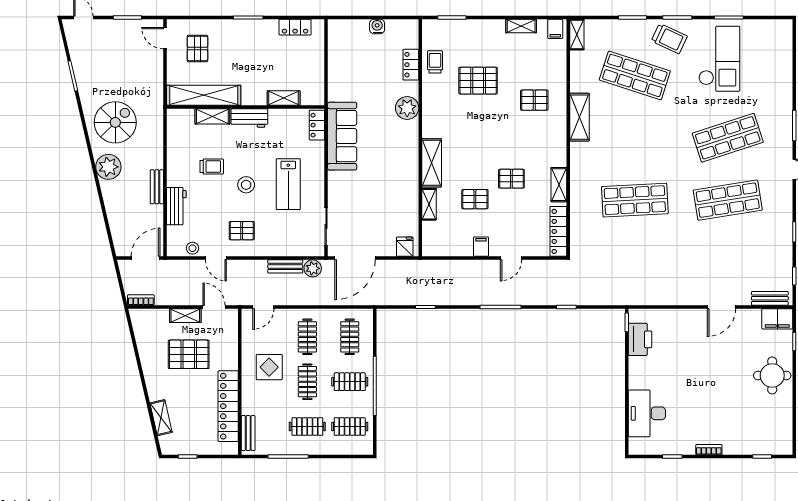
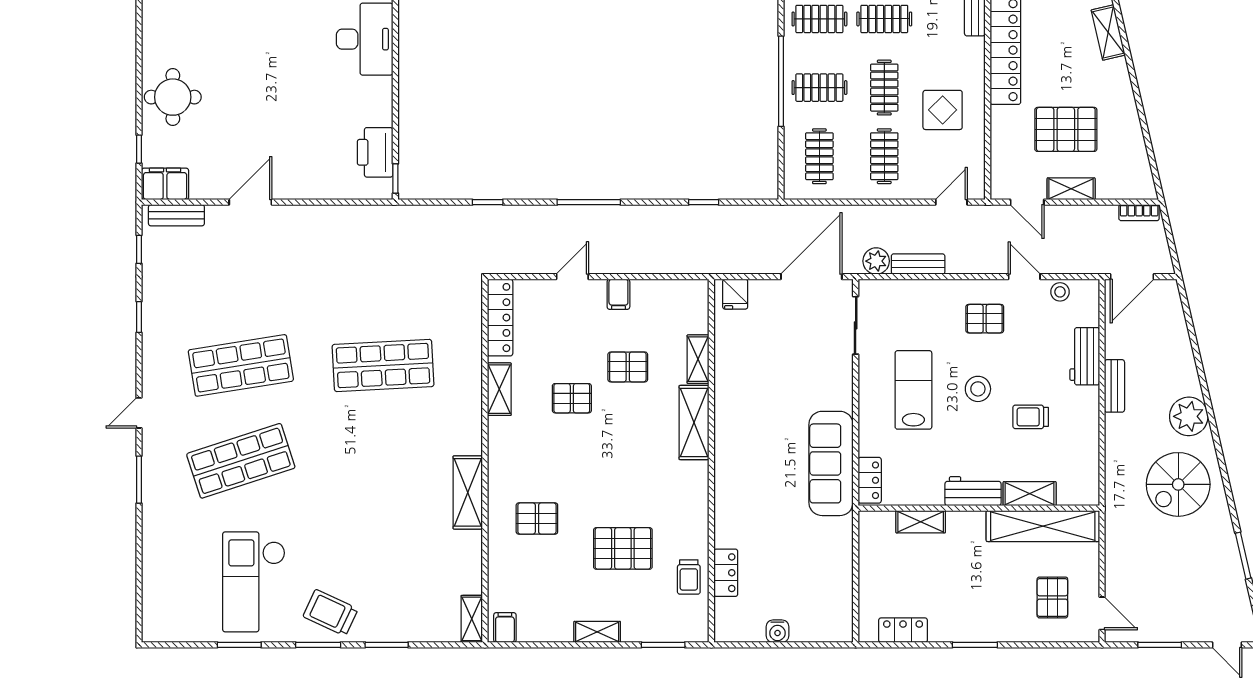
shelving: (521, 26) -> (597, 632), moved
shop shelf: (635, 75) -> (383, 556), removed
plant: (407, 108) -> (731, 506), removed

